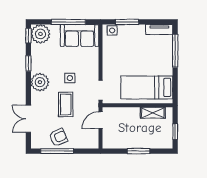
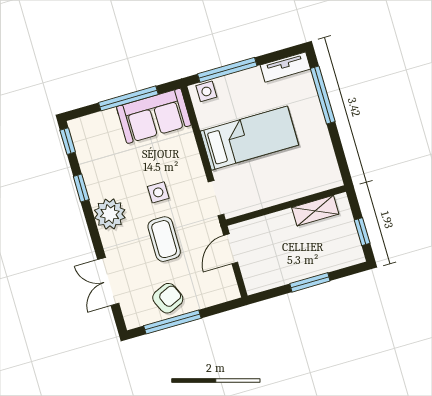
window: (127, 22) -> (227, 70), width x1.44
plant: (40, 34) -> (87, 132), removed
bed: (147, 87) -> (249, 138), moved, turned 180

